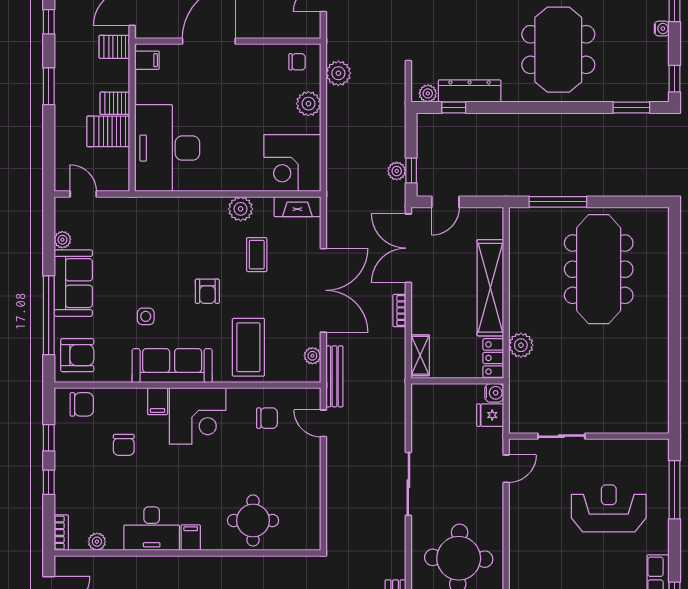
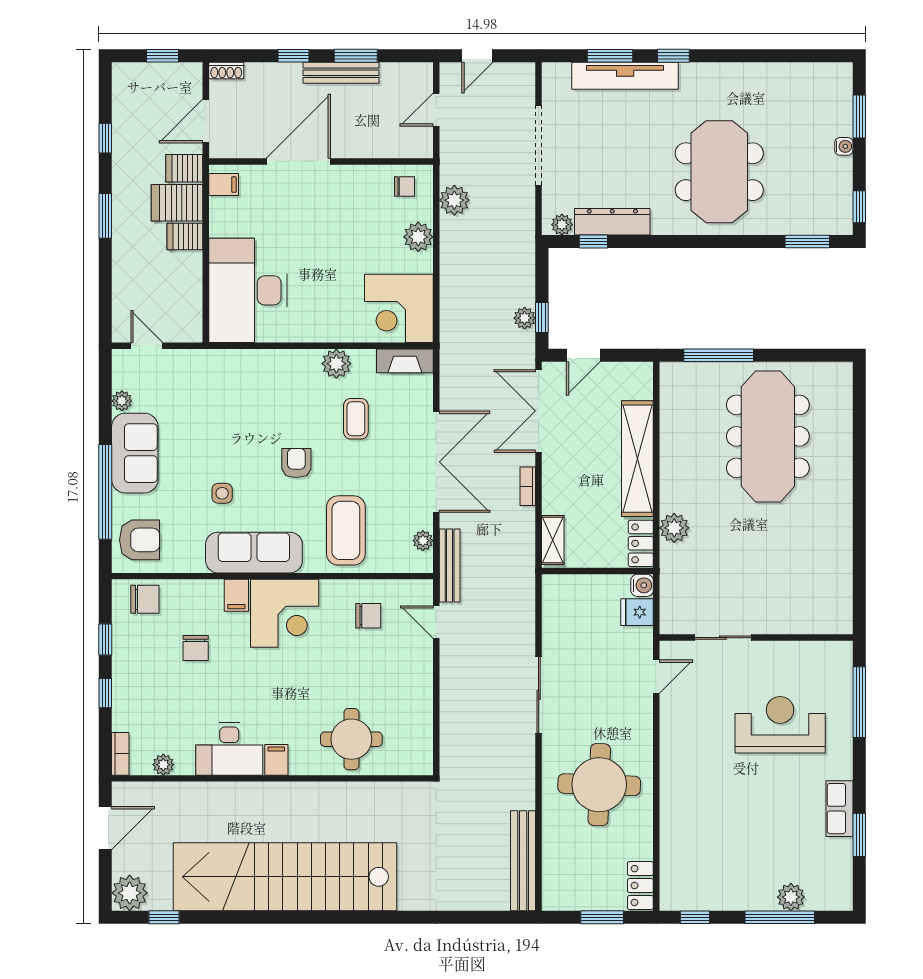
server rack: (108, 131) -> (177, 203), moved
armchair: (207, 291) -> (296, 463), turned 180

